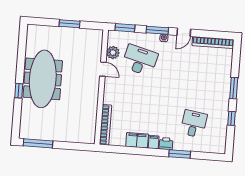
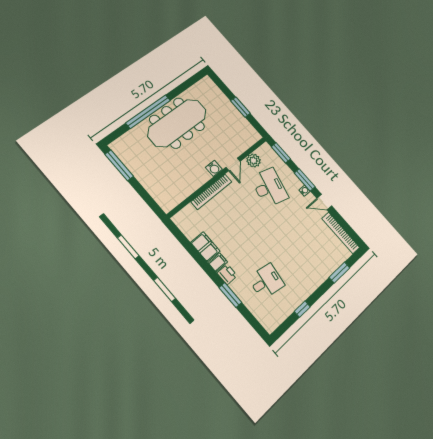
water cooler: (94, 85) -> (214, 168), added
window: (234, 88) -> (339, 273), moved
window: (19, 91) -> (148, 112), width x3.17
bookcase: (106, 125) -> (211, 192), moved

